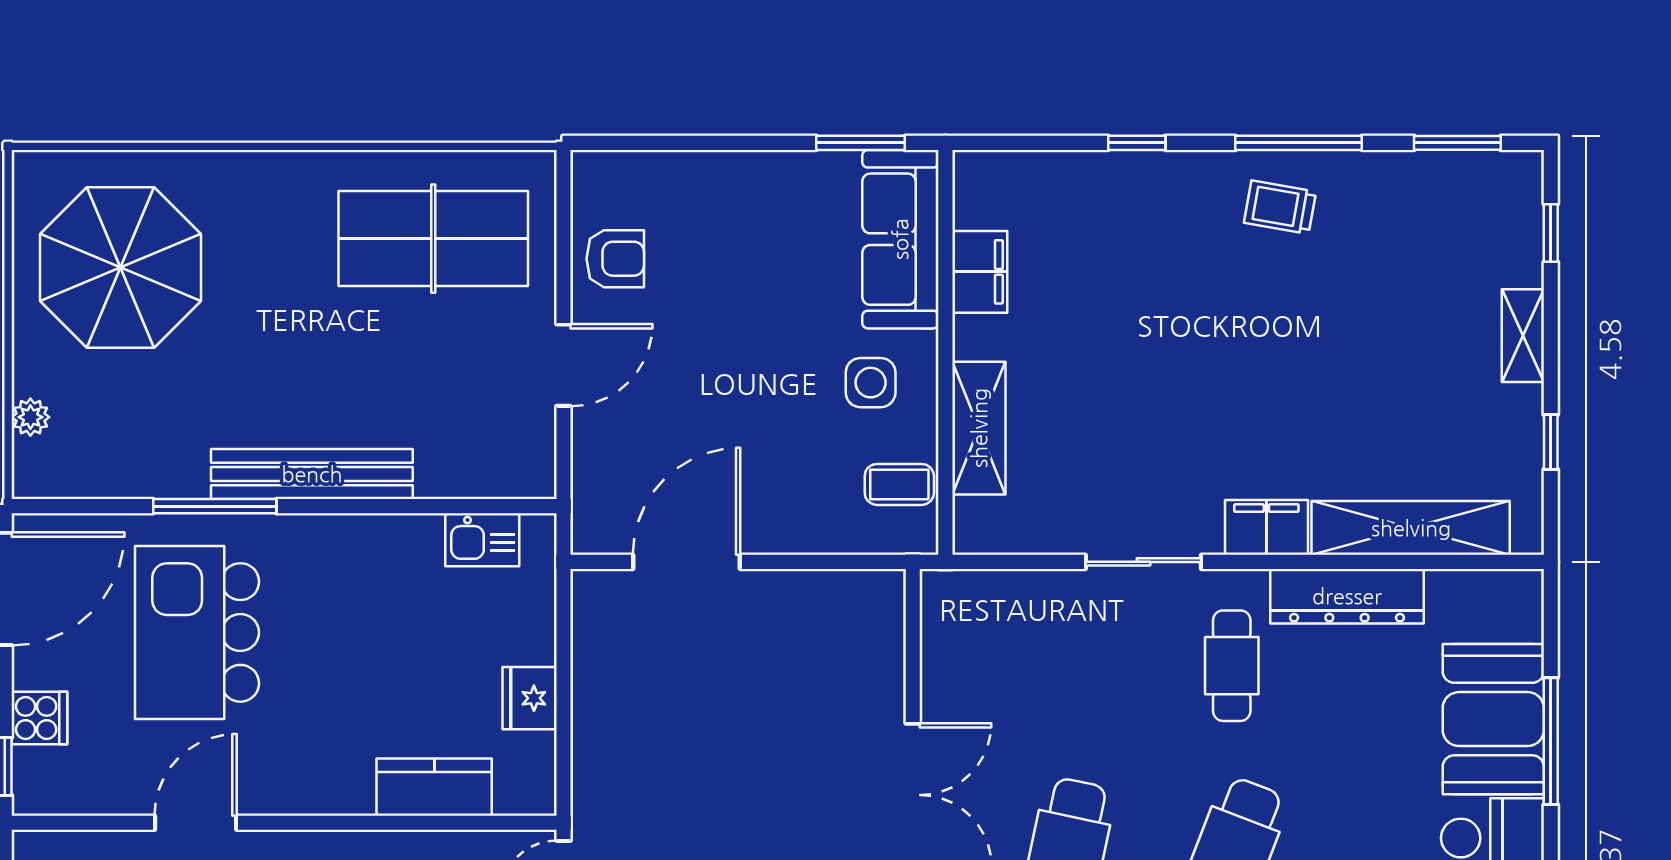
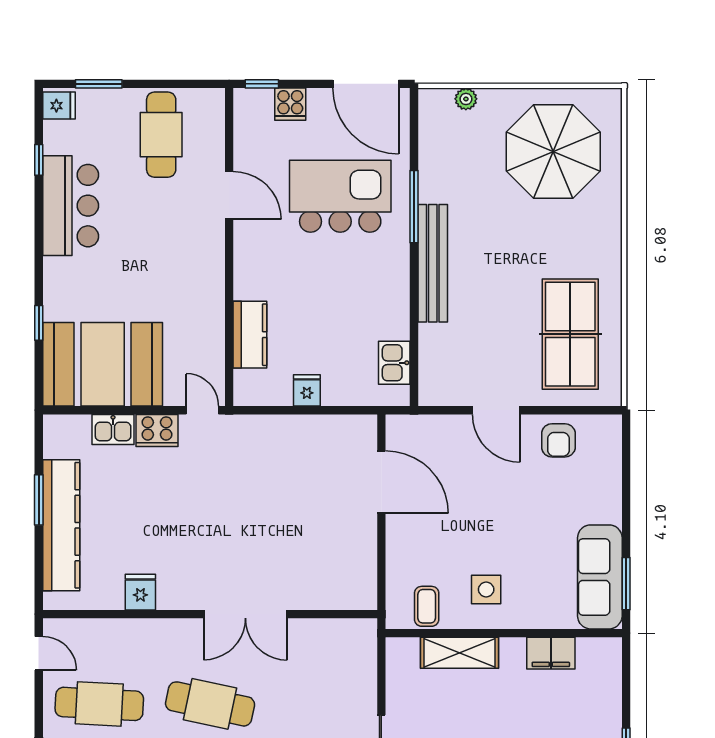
sofa: (900, 239) -> (600, 577), moved, turned -90
fridge: (530, 698) -> (307, 390), width x0.72

